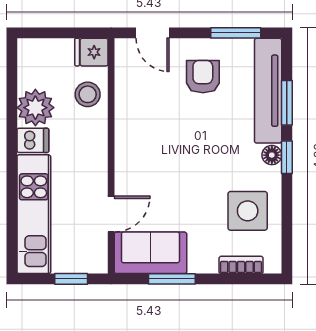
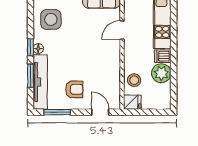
armchair: (203, 77) -> (74, 89), turned -90
door: (111, 214) -> (122, 30), moved

